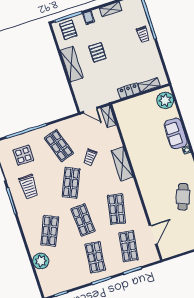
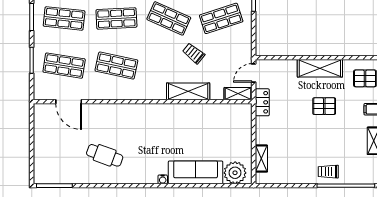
locker: (129, 91) -> (262, 102), moved
sofa: (176, 133) -> (196, 172), width x1.36
shelving: (122, 164) -> (188, 91), moved

